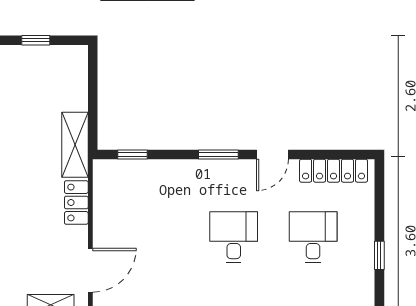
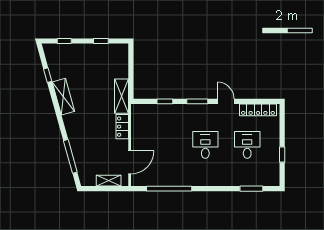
window: (133, 154) -> (165, 101), moved
door: (272, 154) -> (226, 101), swing flipped

